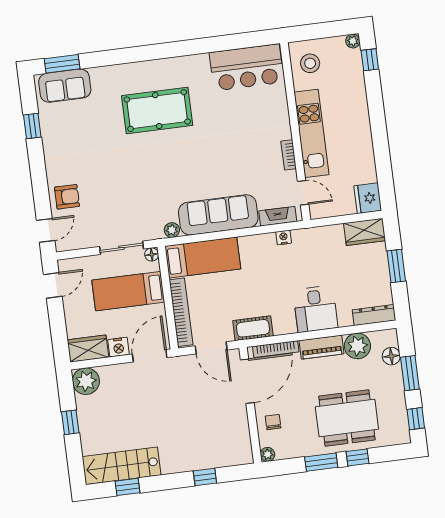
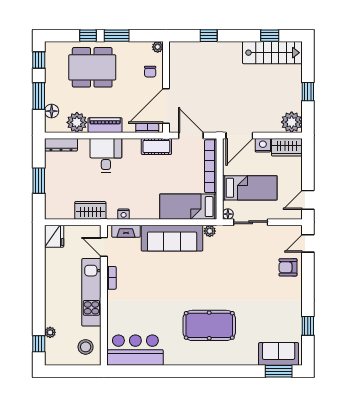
plant: (353, 41) -> (50, 332), moved
wardrobe: (364, 232) -> (90, 210), moved
bookcase: (276, 349) -> (147, 128), width x0.64

